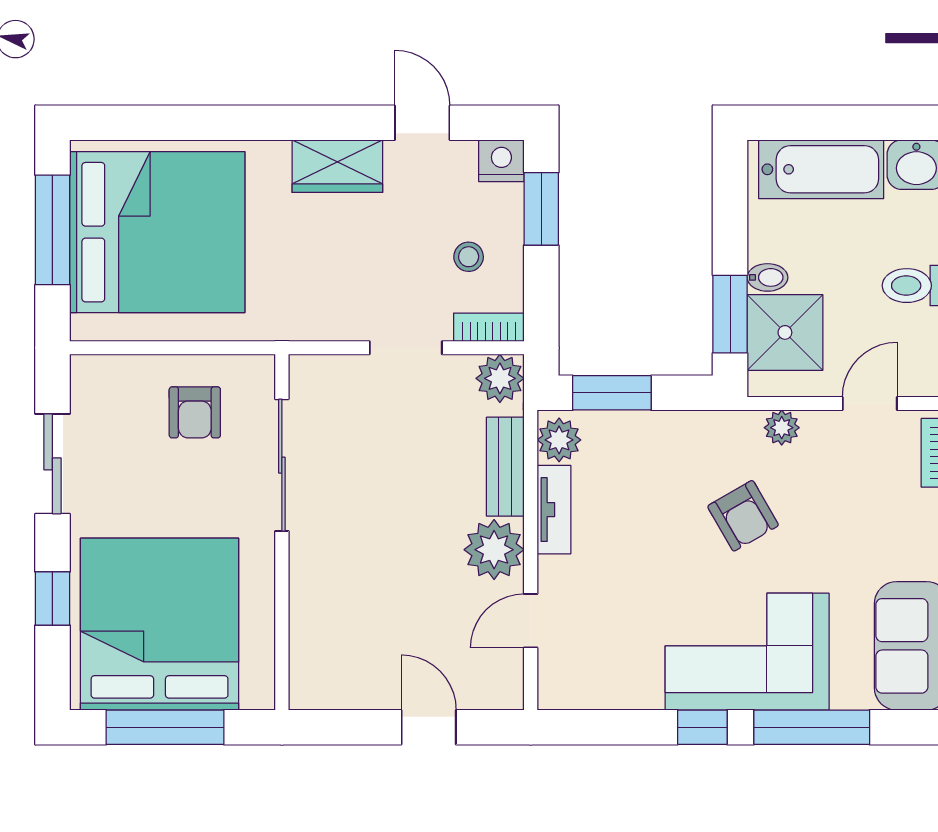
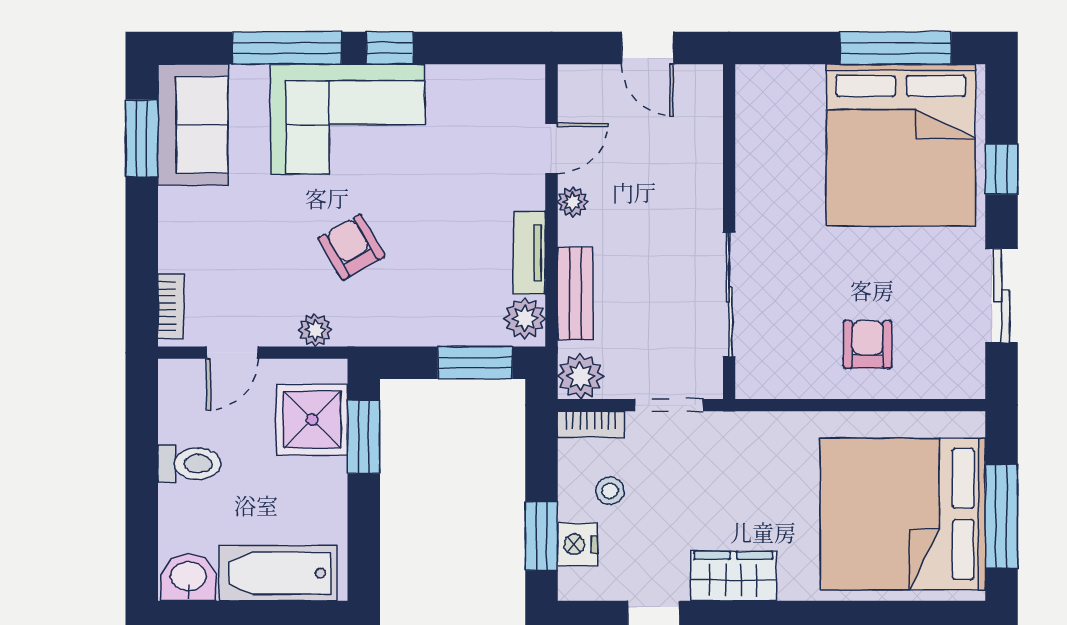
nightstand: (501, 161) -> (577, 544), moved, turned 90
bidet: (767, 277) -> (329, 471), removed
sliding door: (282, 465) -> (729, 295), moved
wall: (282, 532) -> (729, 232), moved
plant: (494, 550) -> (573, 202), width x0.53, depth x0.53

